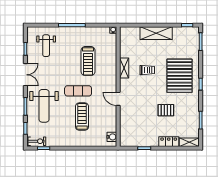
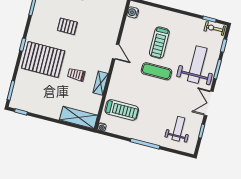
shelving: (156, 33) -> (79, 117), moved
treadmill: (88, 61) -> (122, 110), moved, turned 90
pallet: (180, 76) -> (43, 59), turned 90

